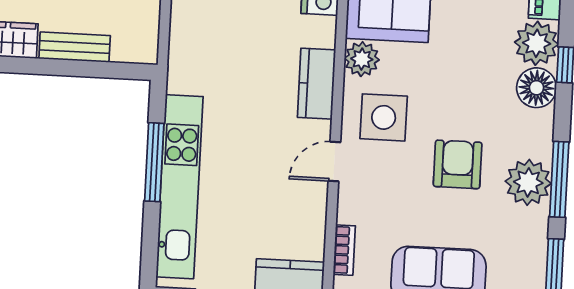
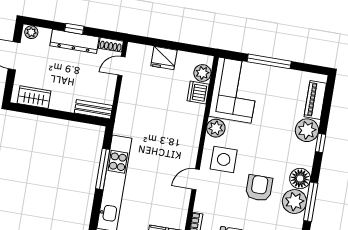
bench: (75, 47) -> (93, 109), moved
kitchen counter: (316, 84) -> (191, 138), removed
floor lamp: (536, 88) -> (300, 179), moved

